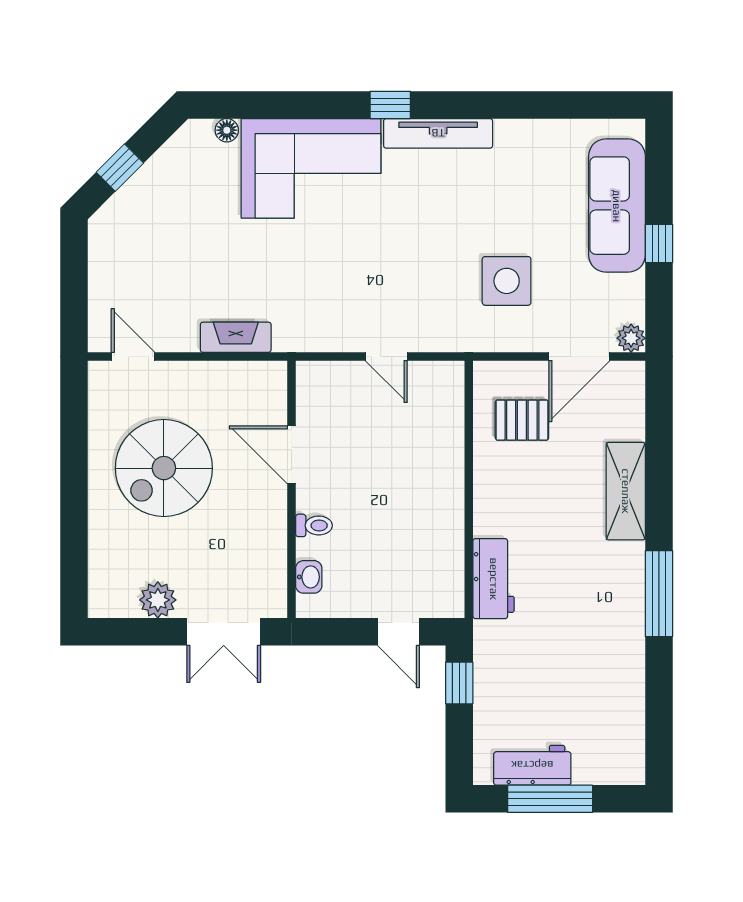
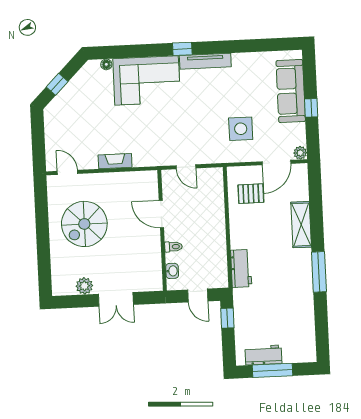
door: (292, 455) -> (161, 214), moved
wall: (292, 489) -> (162, 230), moved
toilet: (314, 525) -> (173, 247), moved
washbasin: (309, 577) -> (172, 271), moved

